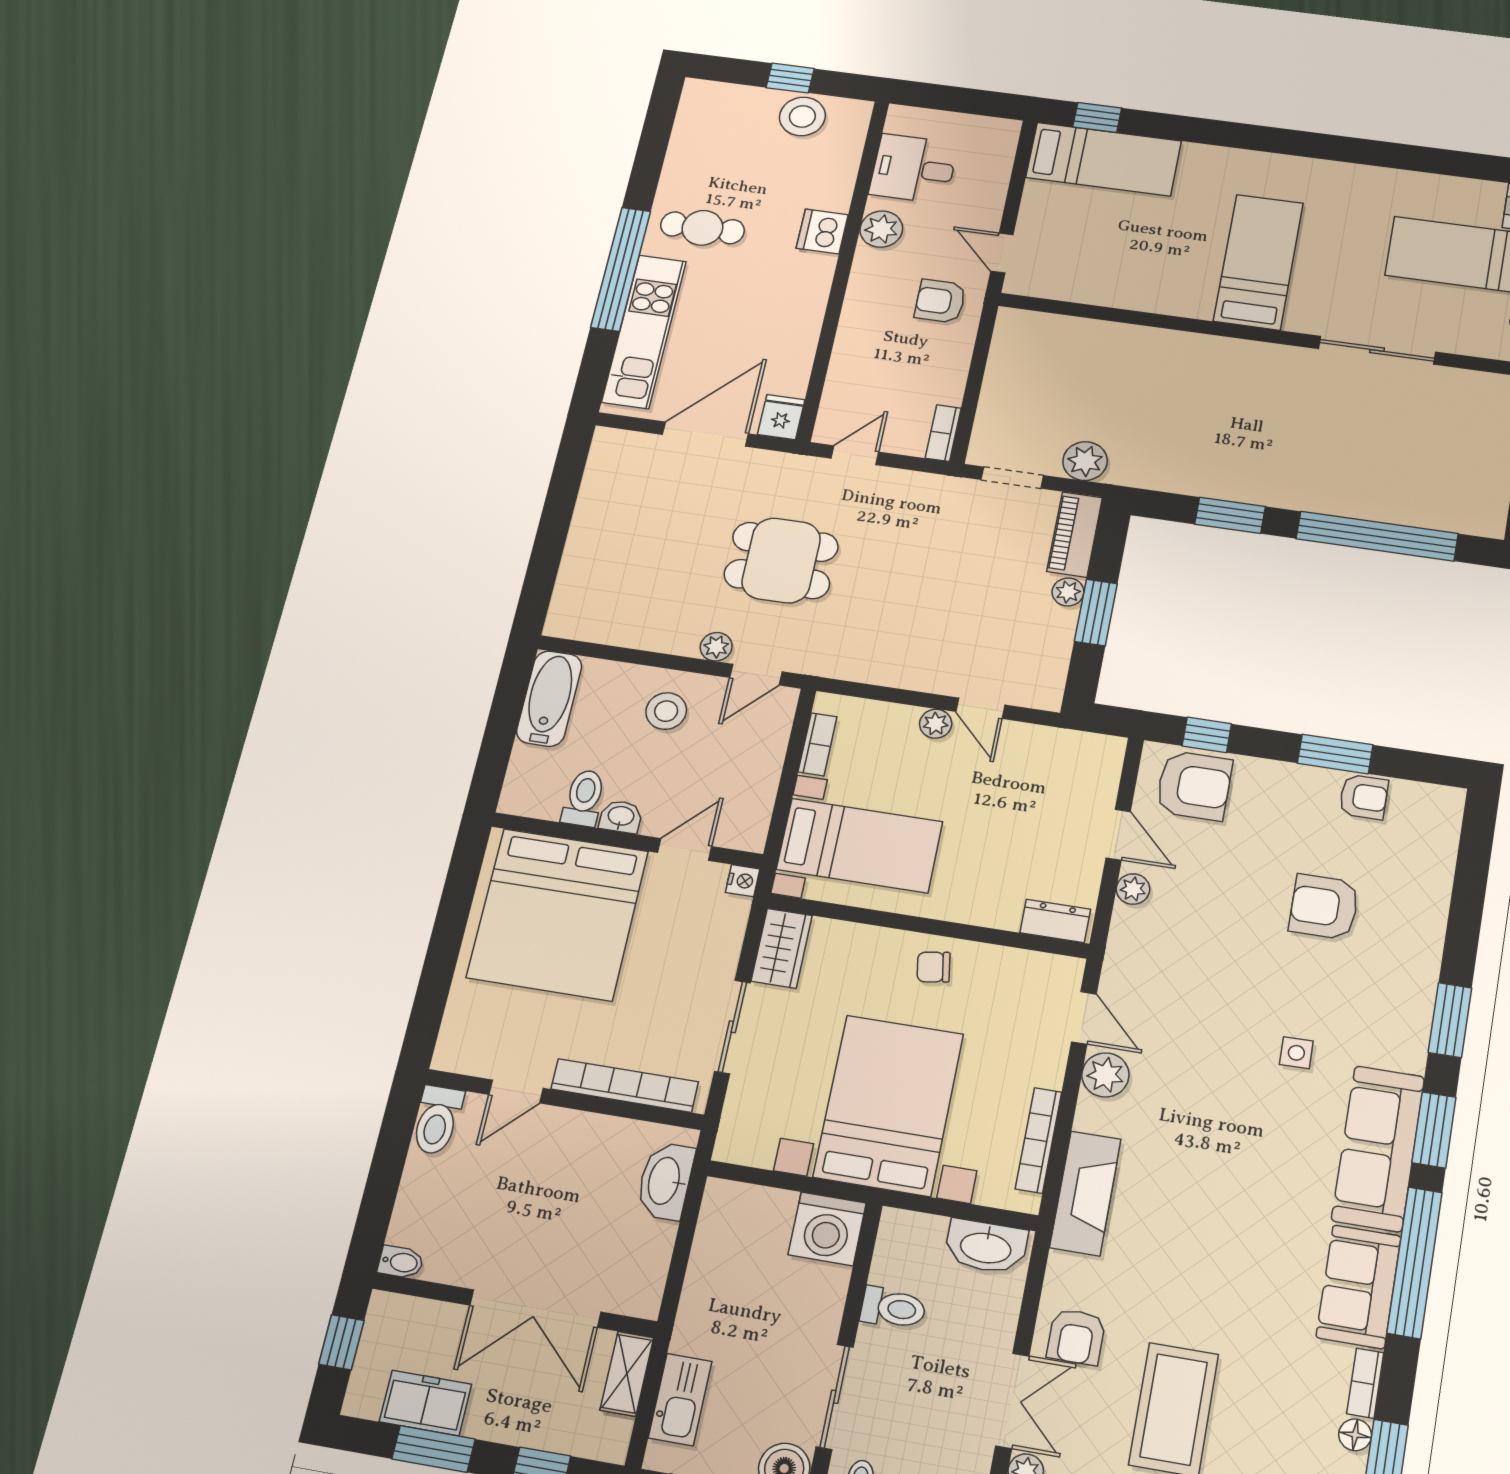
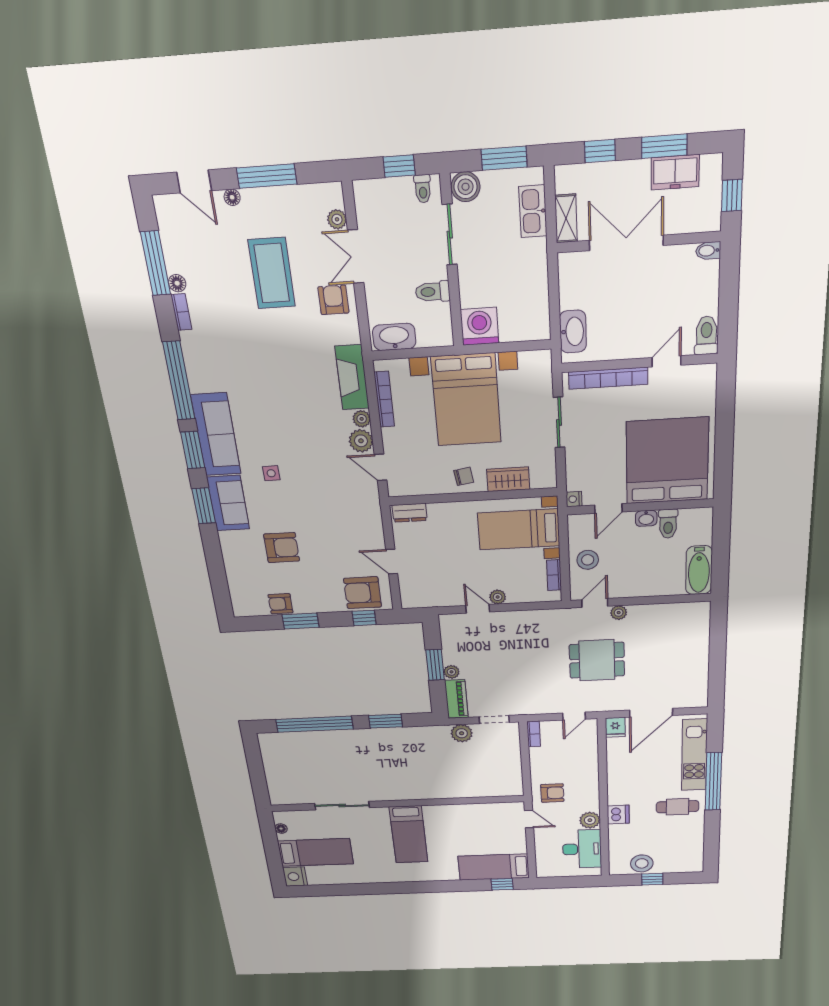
desk: (914, 169) -> (582, 849), width x1.37
stool: (666, 711) -> (588, 560), moved
plant: (1133, 889) -> (362, 419), moved
wardrobe: (782, 948) -> (508, 479), moved, turned 90
sofa: (1359, 1287) -> (228, 503), moved

